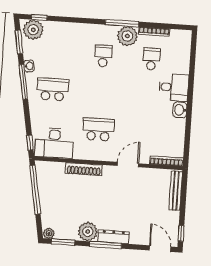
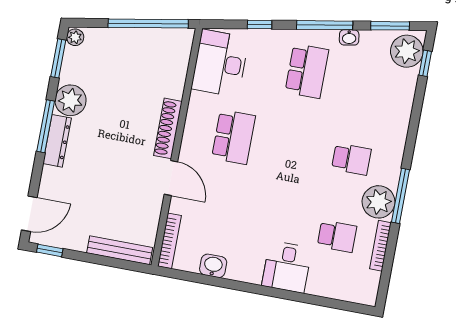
washbasin: (180, 110) -> (213, 266), moved
window: (30, 143) -> (260, 25), moved
shoe rack: (84, 169) -> (168, 128), moved

